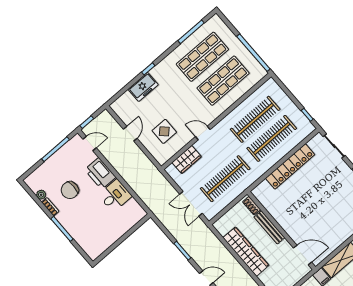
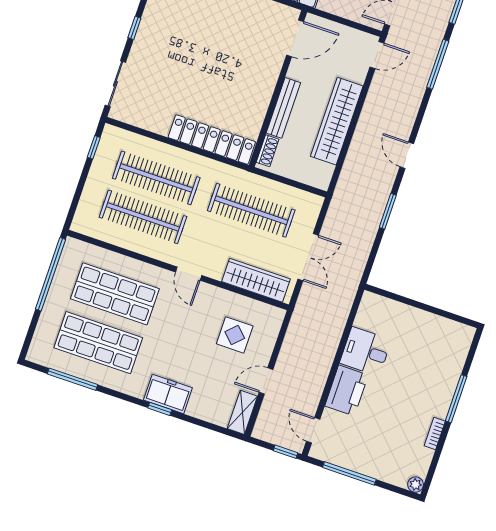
freezer: (143, 87) -> (168, 394), moved
shelving: (121, 111) -> (242, 412), added
door: (203, 133) -> (189, 274), moved
wardrobe: (187, 160) -> (256, 280), width x1.50
locker: (290, 166) -> (212, 140), moved
chair: (70, 190) -> (395, 420), removed
plant: (41, 195) -> (416, 485), moved
double door: (191, 204) -> (308, 257), moved
door: (303, 255) -> (295, 38), swing flipped

